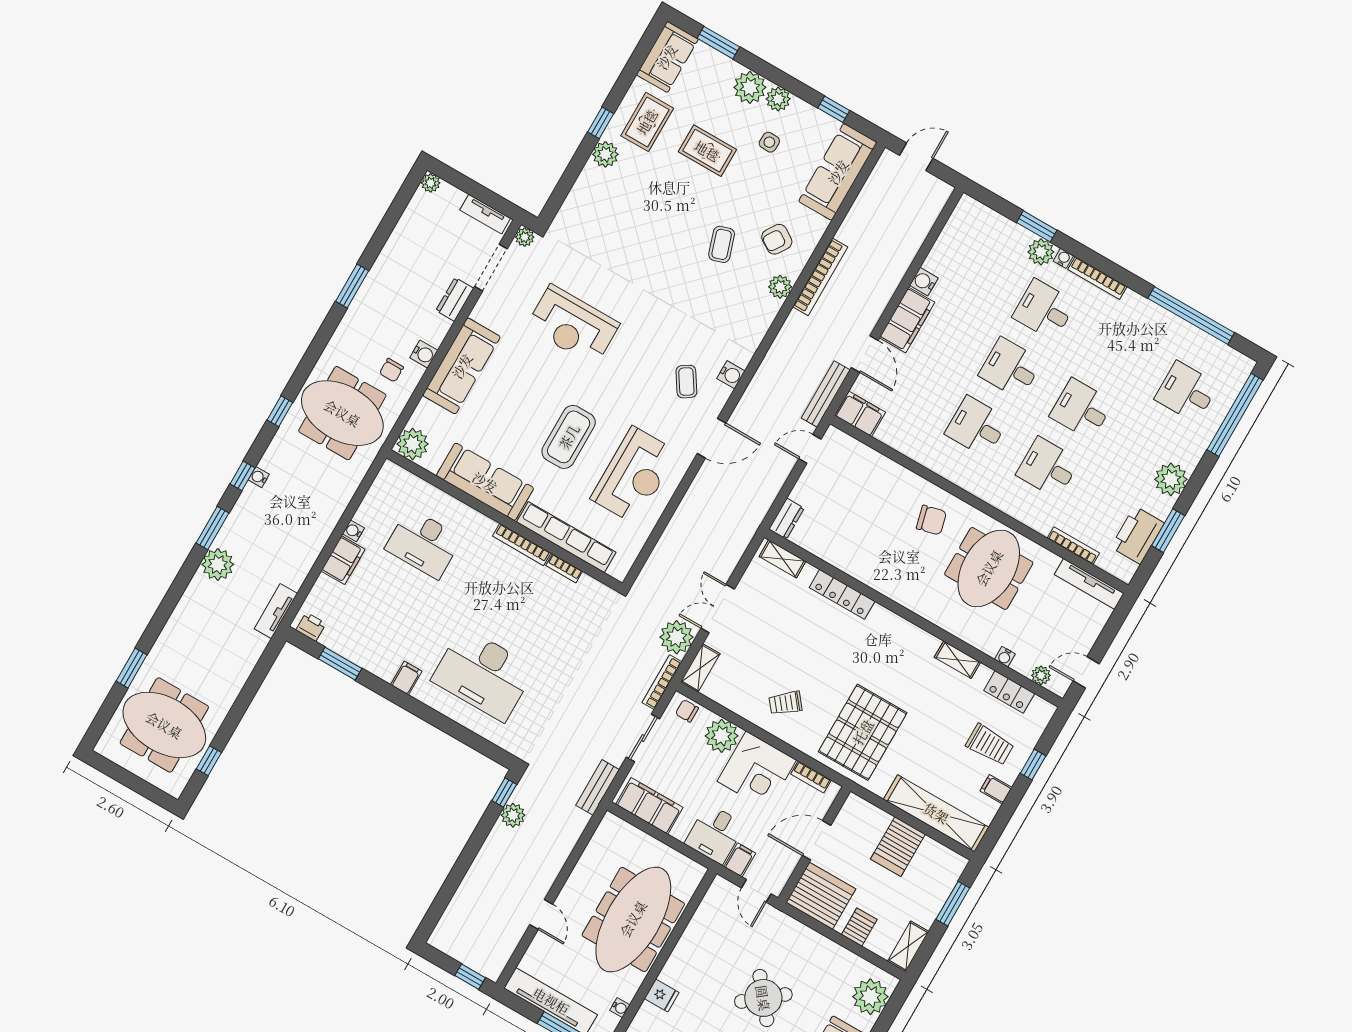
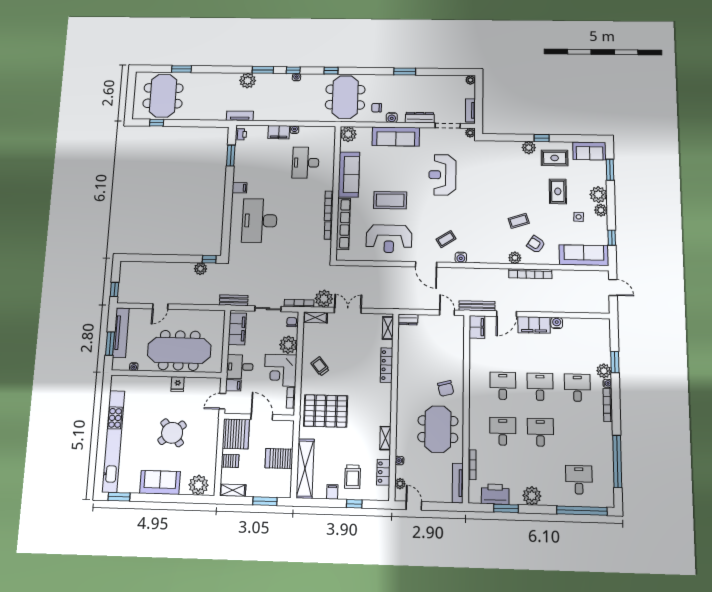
dresser: (455, 299) -> (420, 118), width x1.44
meeting table: (989, 568) -> (438, 429), turned 90
fridge: (662, 995) -> (178, 384), moved

